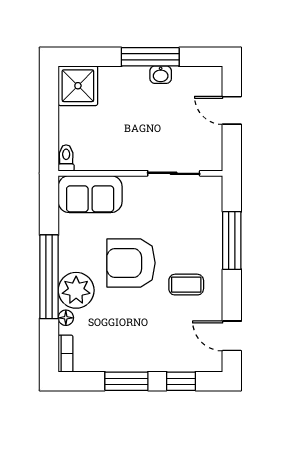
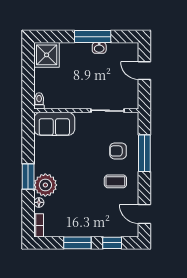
armchair: (131, 263) -> (118, 151), moved, width x0.53, depth x0.53
window: (49, 277) -> (28, 176), width x0.47

